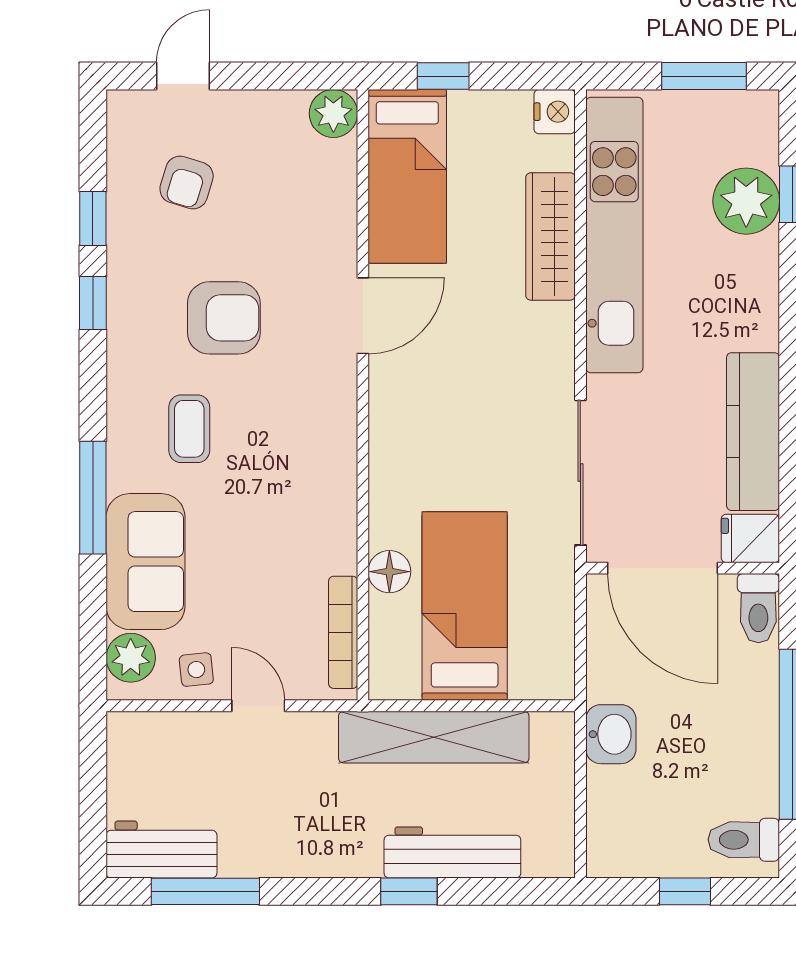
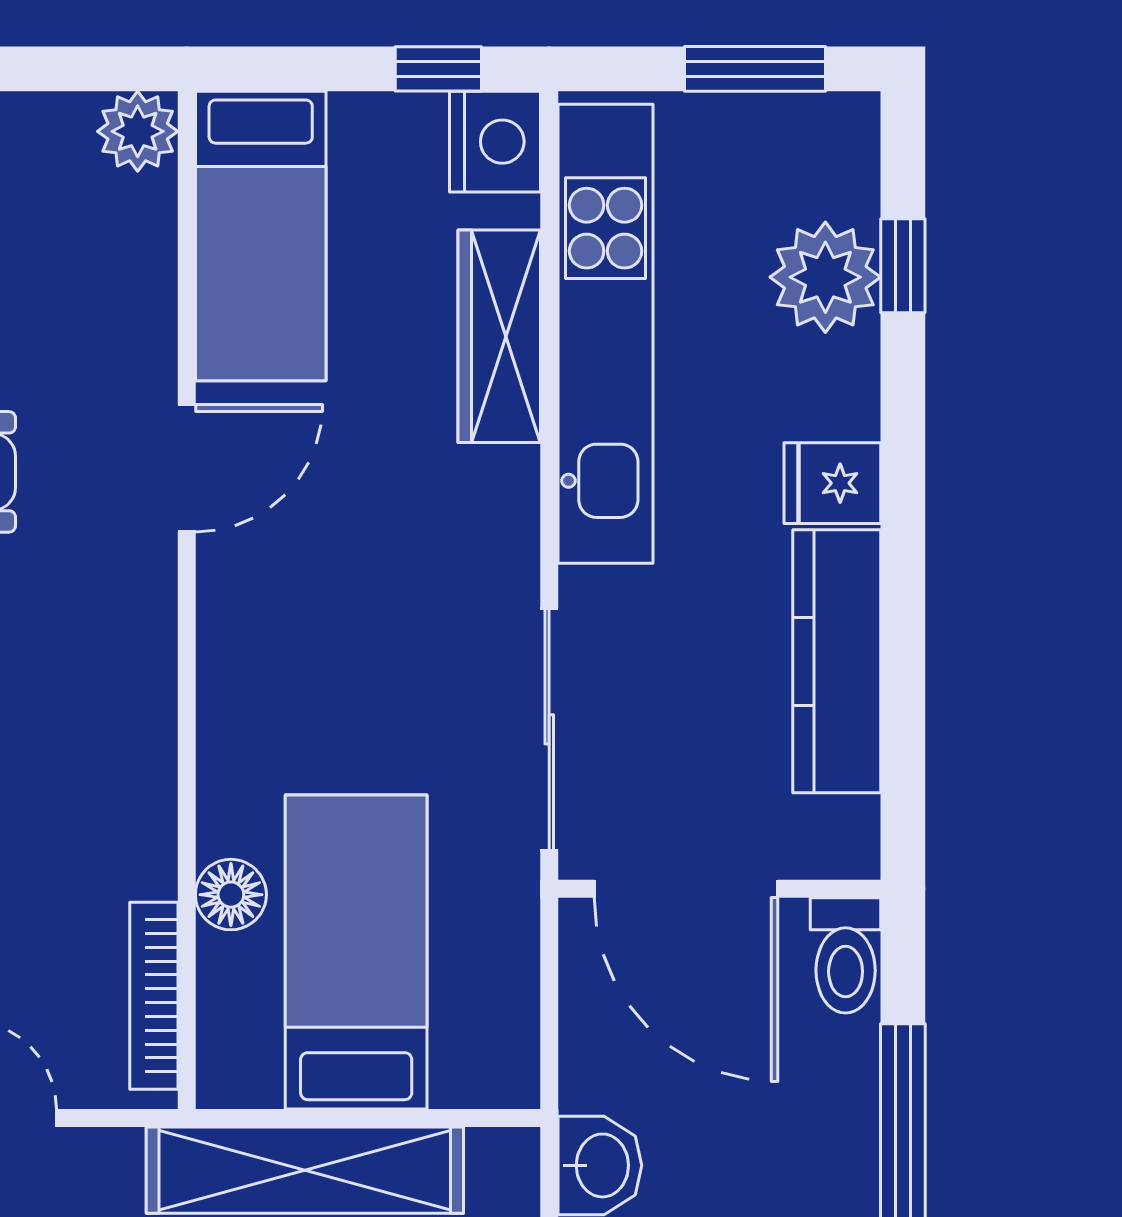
window: (443, 76) -> (438, 69), moved
nightstand: (555, 112) -> (495, 142), width x1.36, depth x1.33
fridge: (750, 538) -> (832, 483), moved

